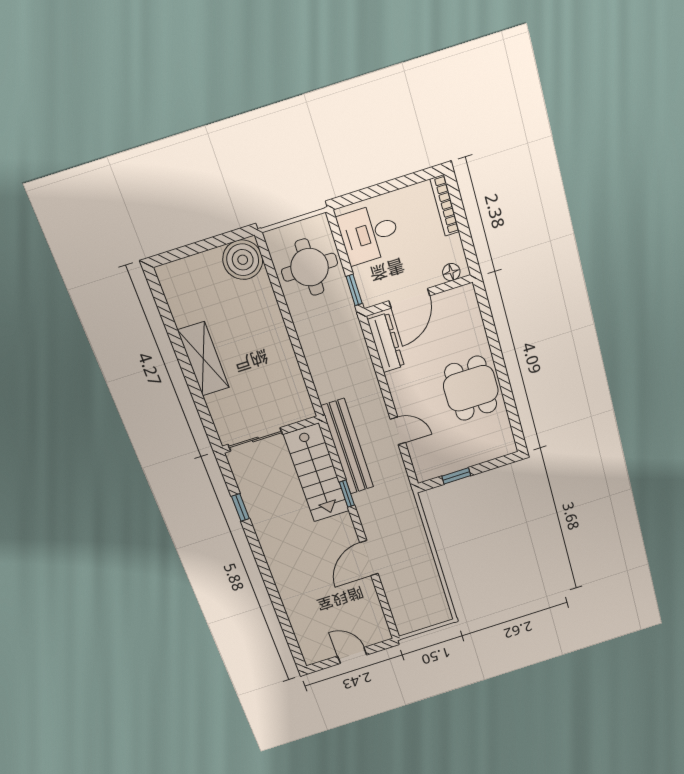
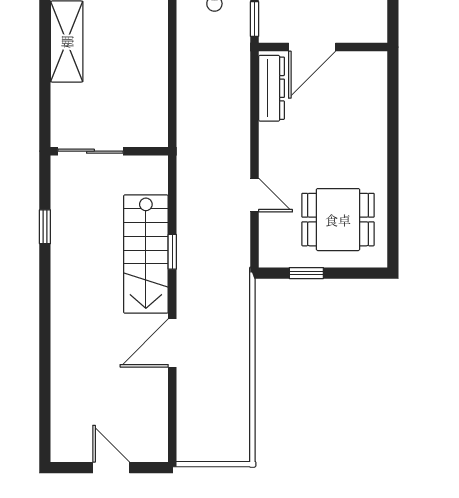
floor lamp: (451, 272) -> (366, 33), removed
dining table: (471, 388) -> (338, 220), moved, turned 90
bench: (347, 447) -> (191, 195), removed
stairs: (317, 473) -> (146, 254), moved

